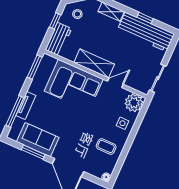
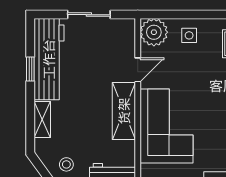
sliding door: (158, 78) -> (89, 15), moved
door: (115, 83) -> (138, 70), swing flipped

